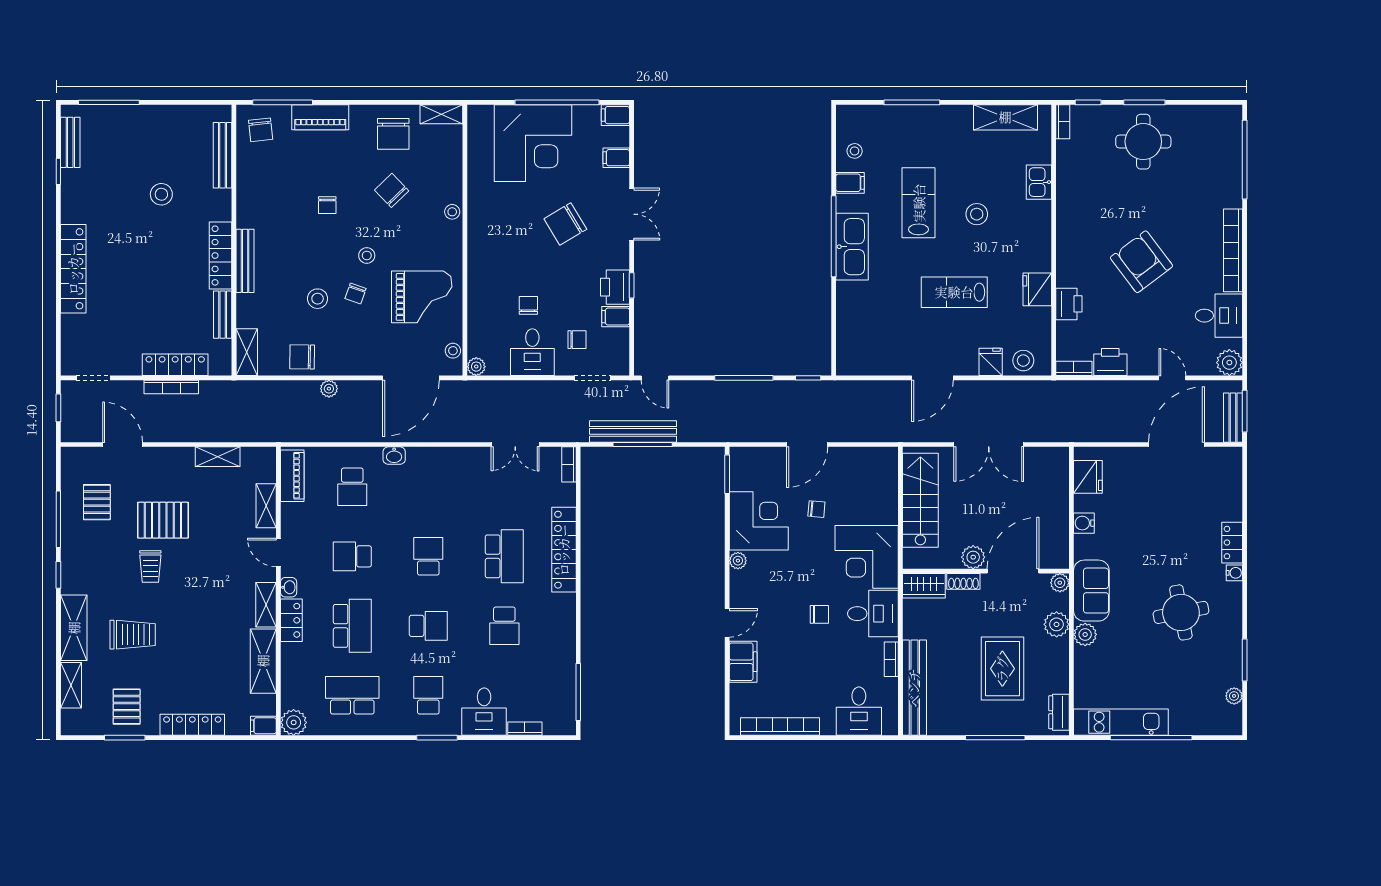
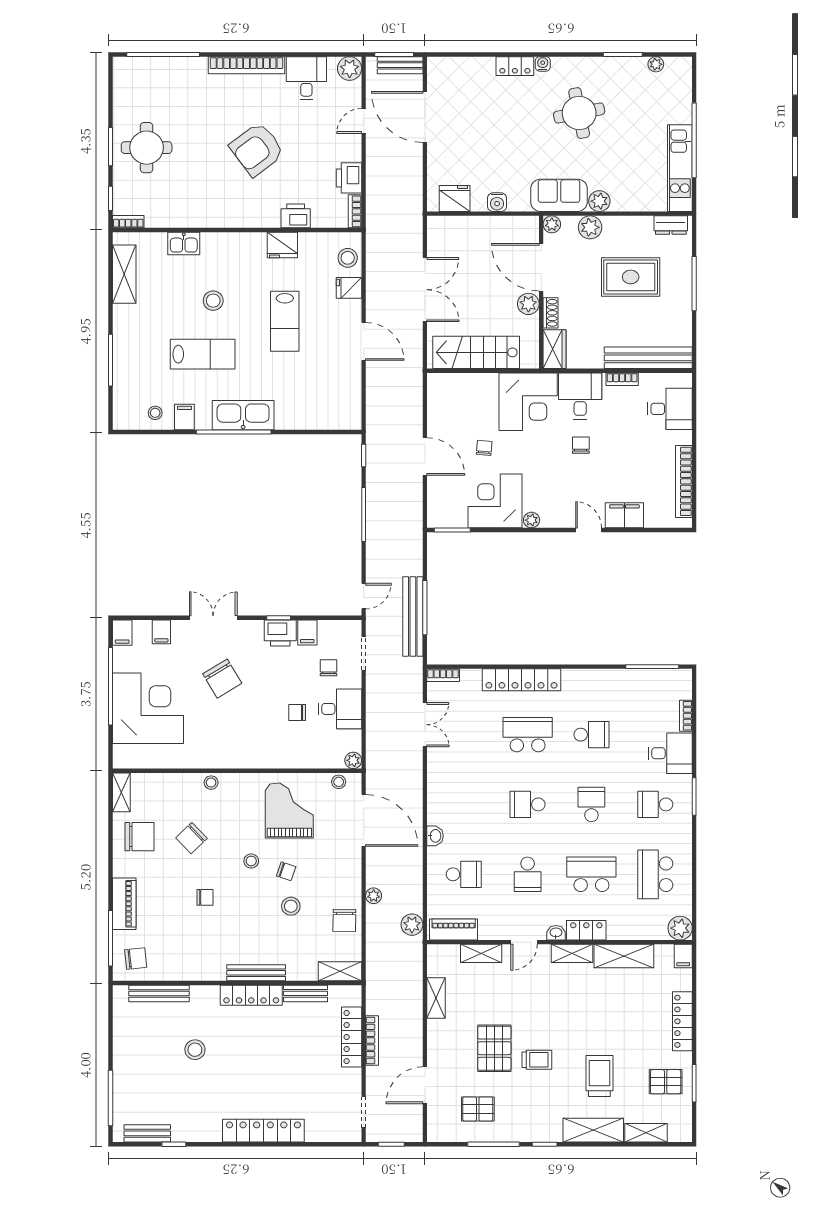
lab bench: (919, 203) -> (203, 354), turned 180
plant: (297, 431) -> (412, 925), added

